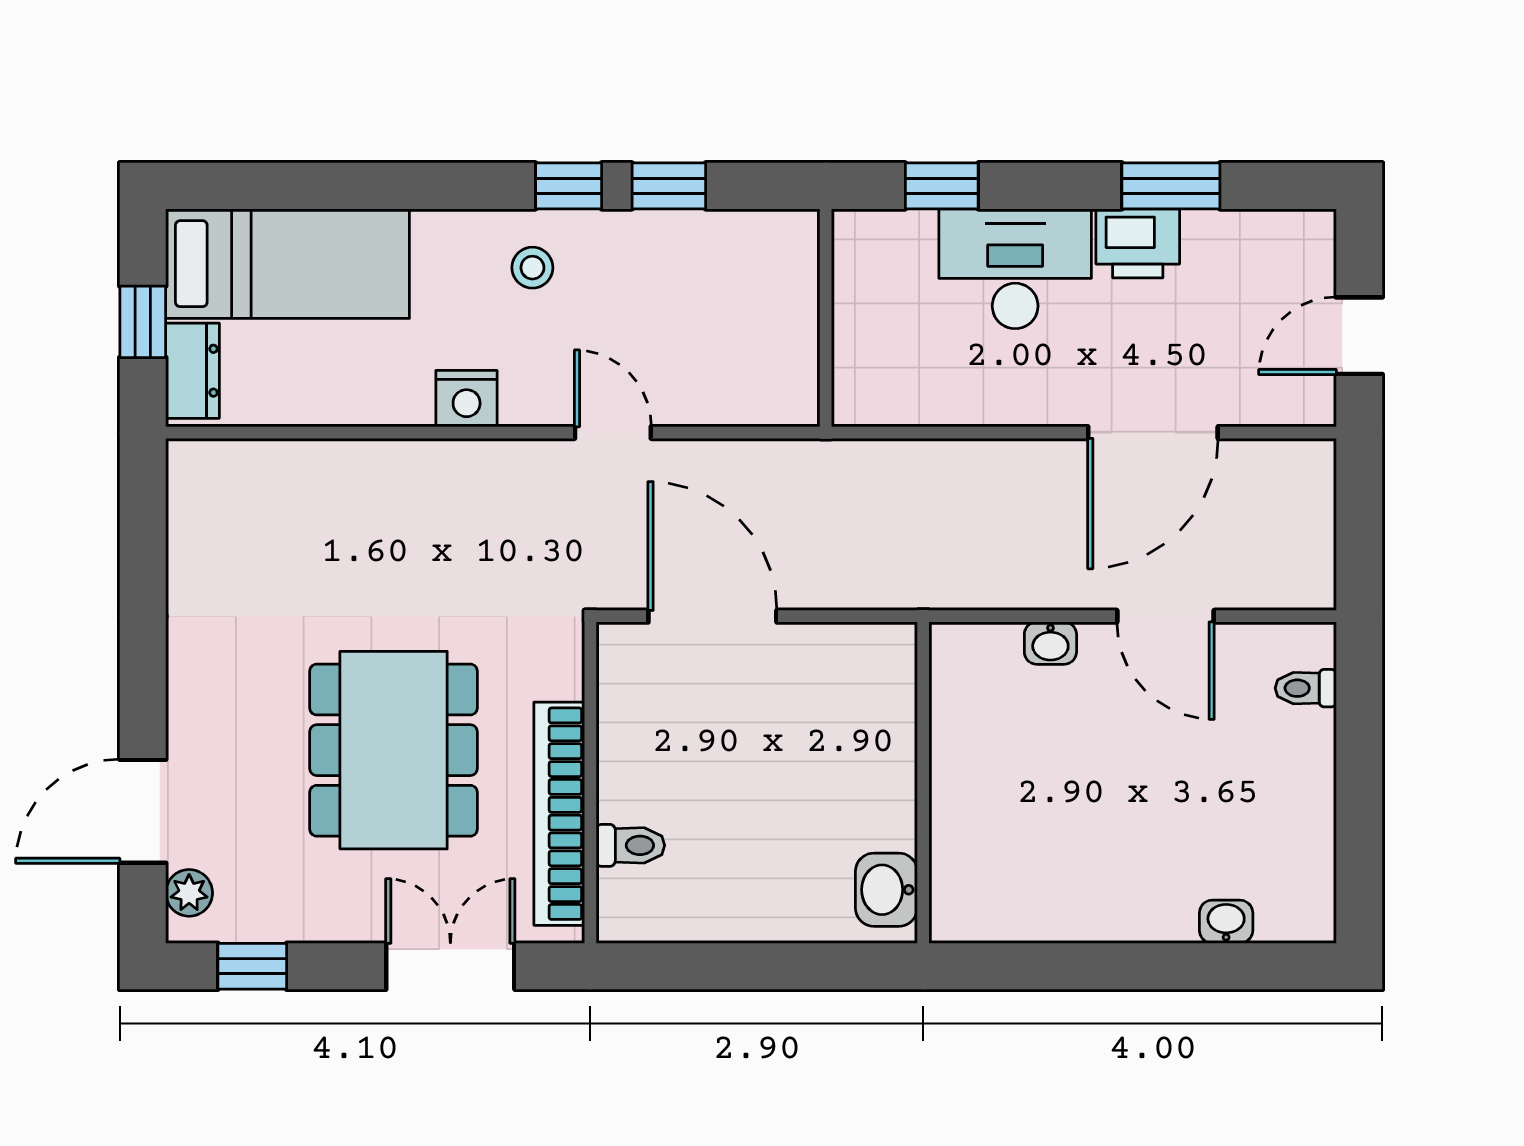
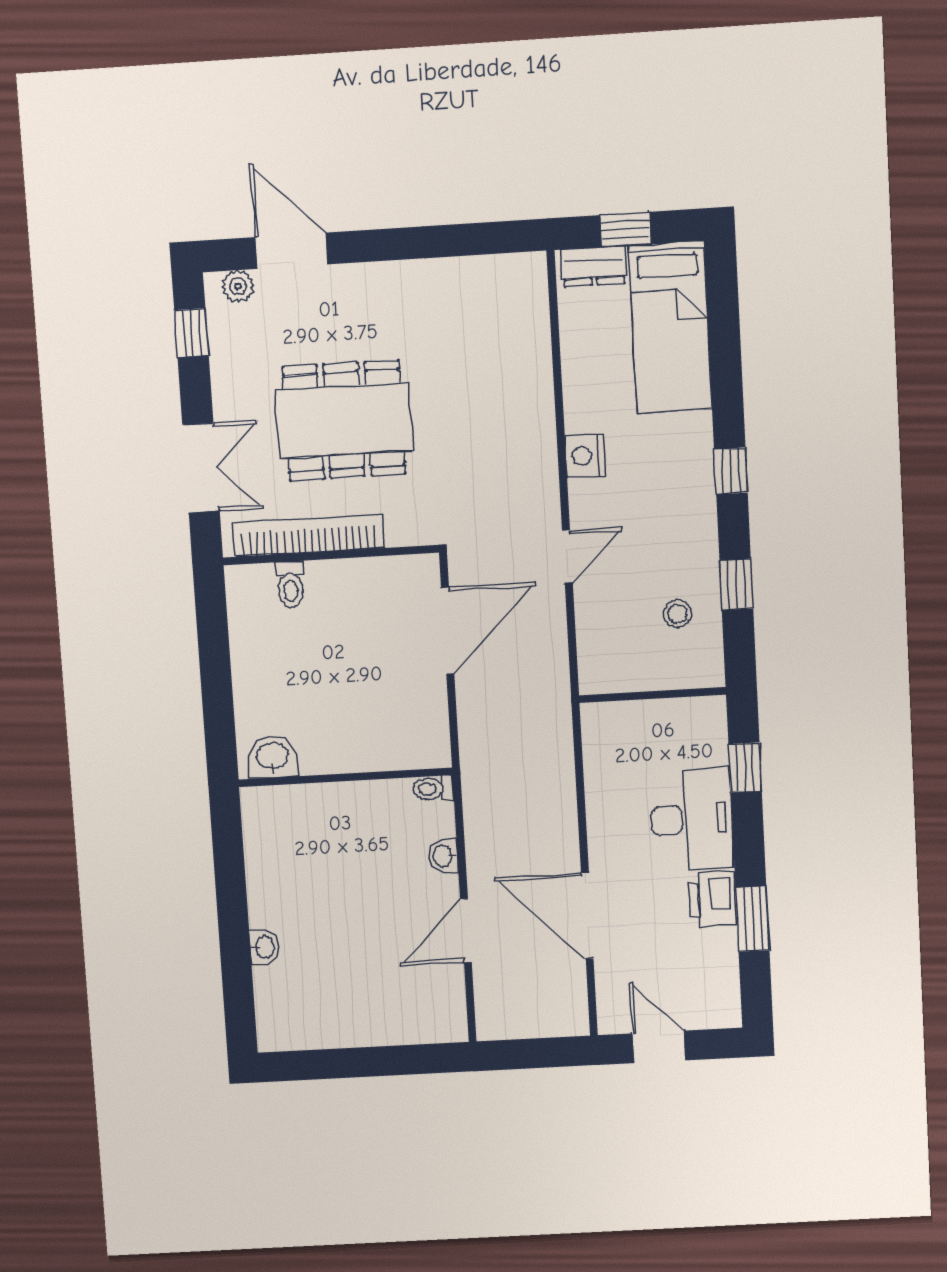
window: (569, 186) -> (731, 471), moved
stool: (532, 268) -> (677, 614), moved
toilet: (1306, 688) -> (433, 789), moved, turned -90
washbasin: (1226, 922) -> (265, 947), moved

